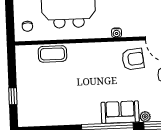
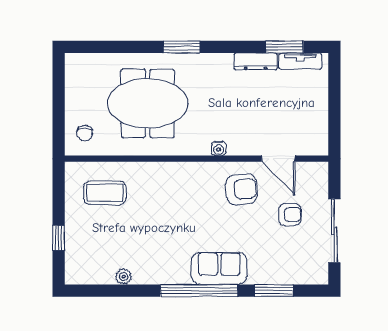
coffee table: (52, 54) -> (105, 193), moved
plant: (145, 117) -> (124, 277), moved

